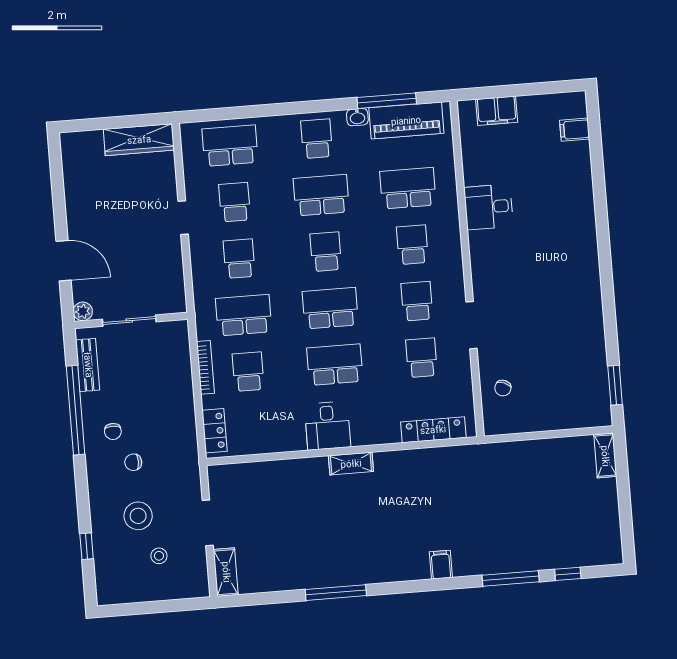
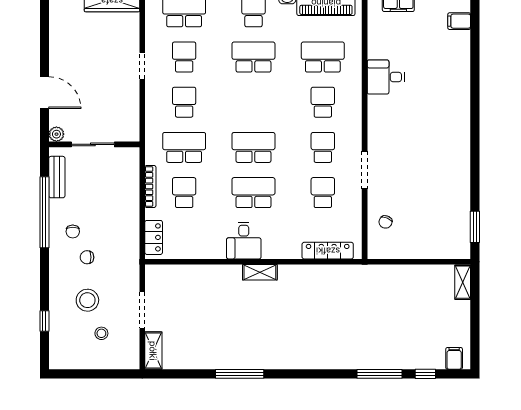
school desk: (326, 252) -> (253, 102), removed
filing cabinet: (441, 565) -> (454, 358), moved

